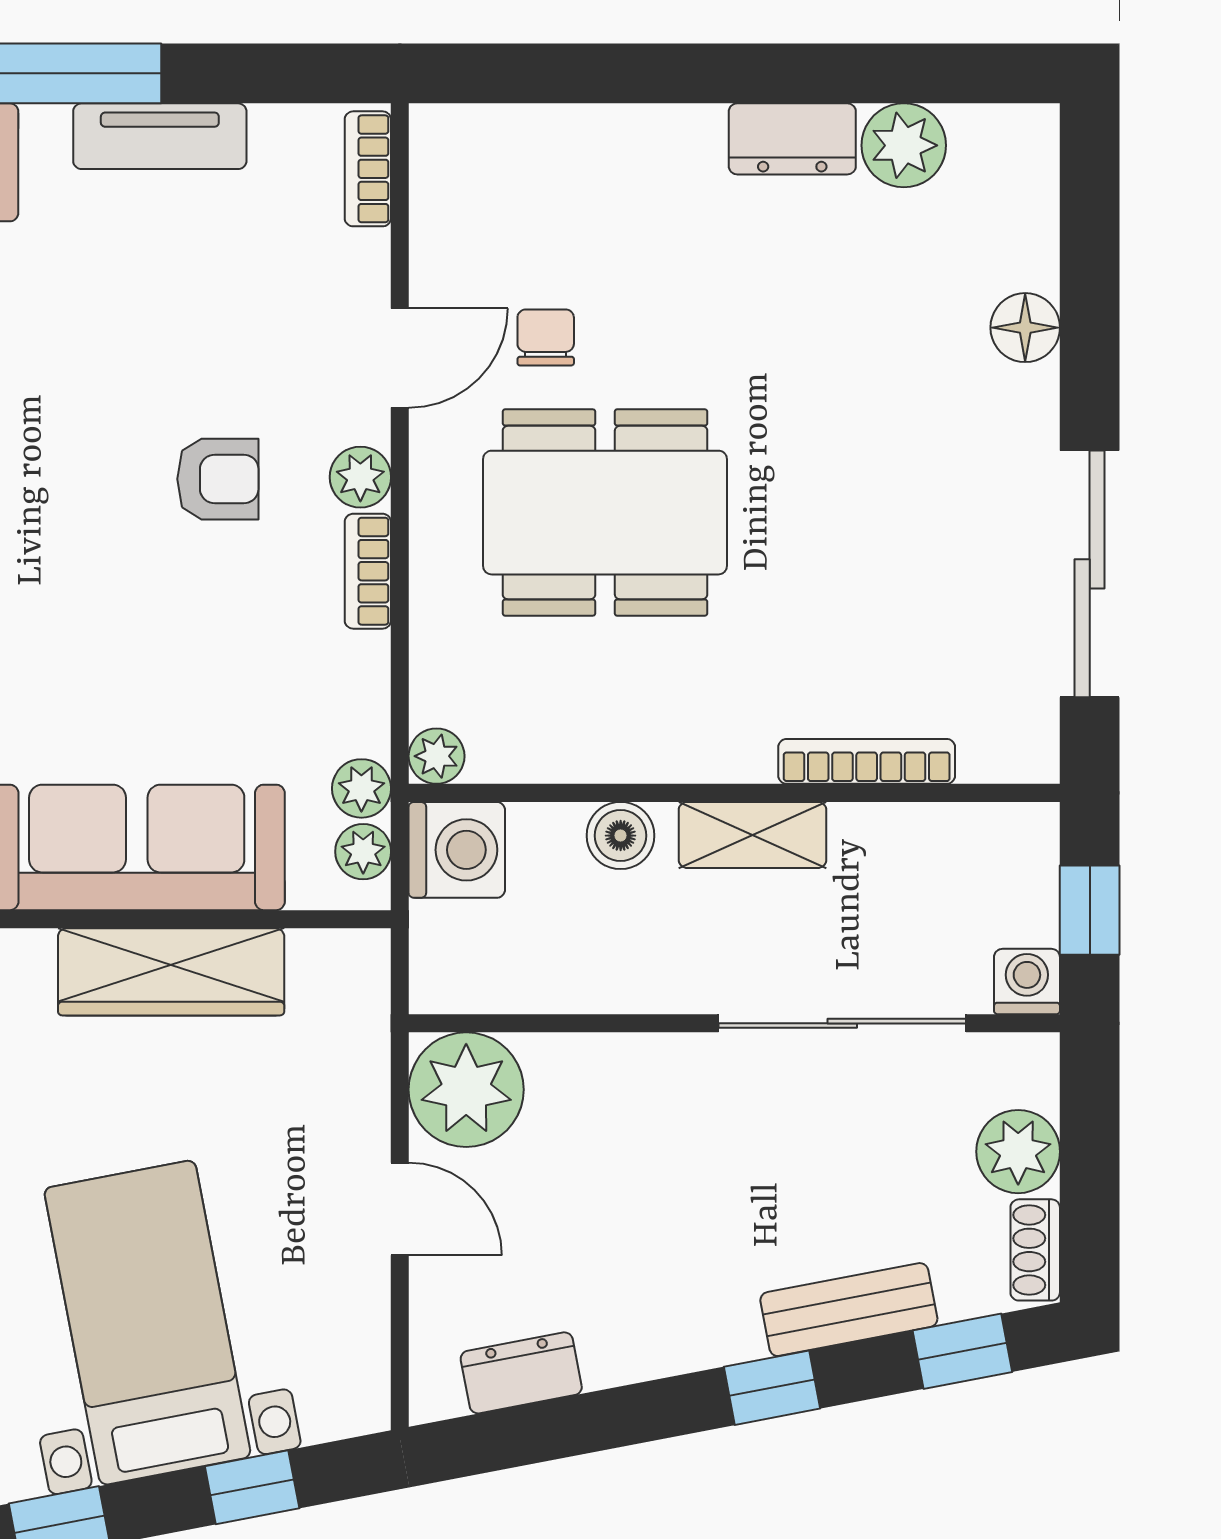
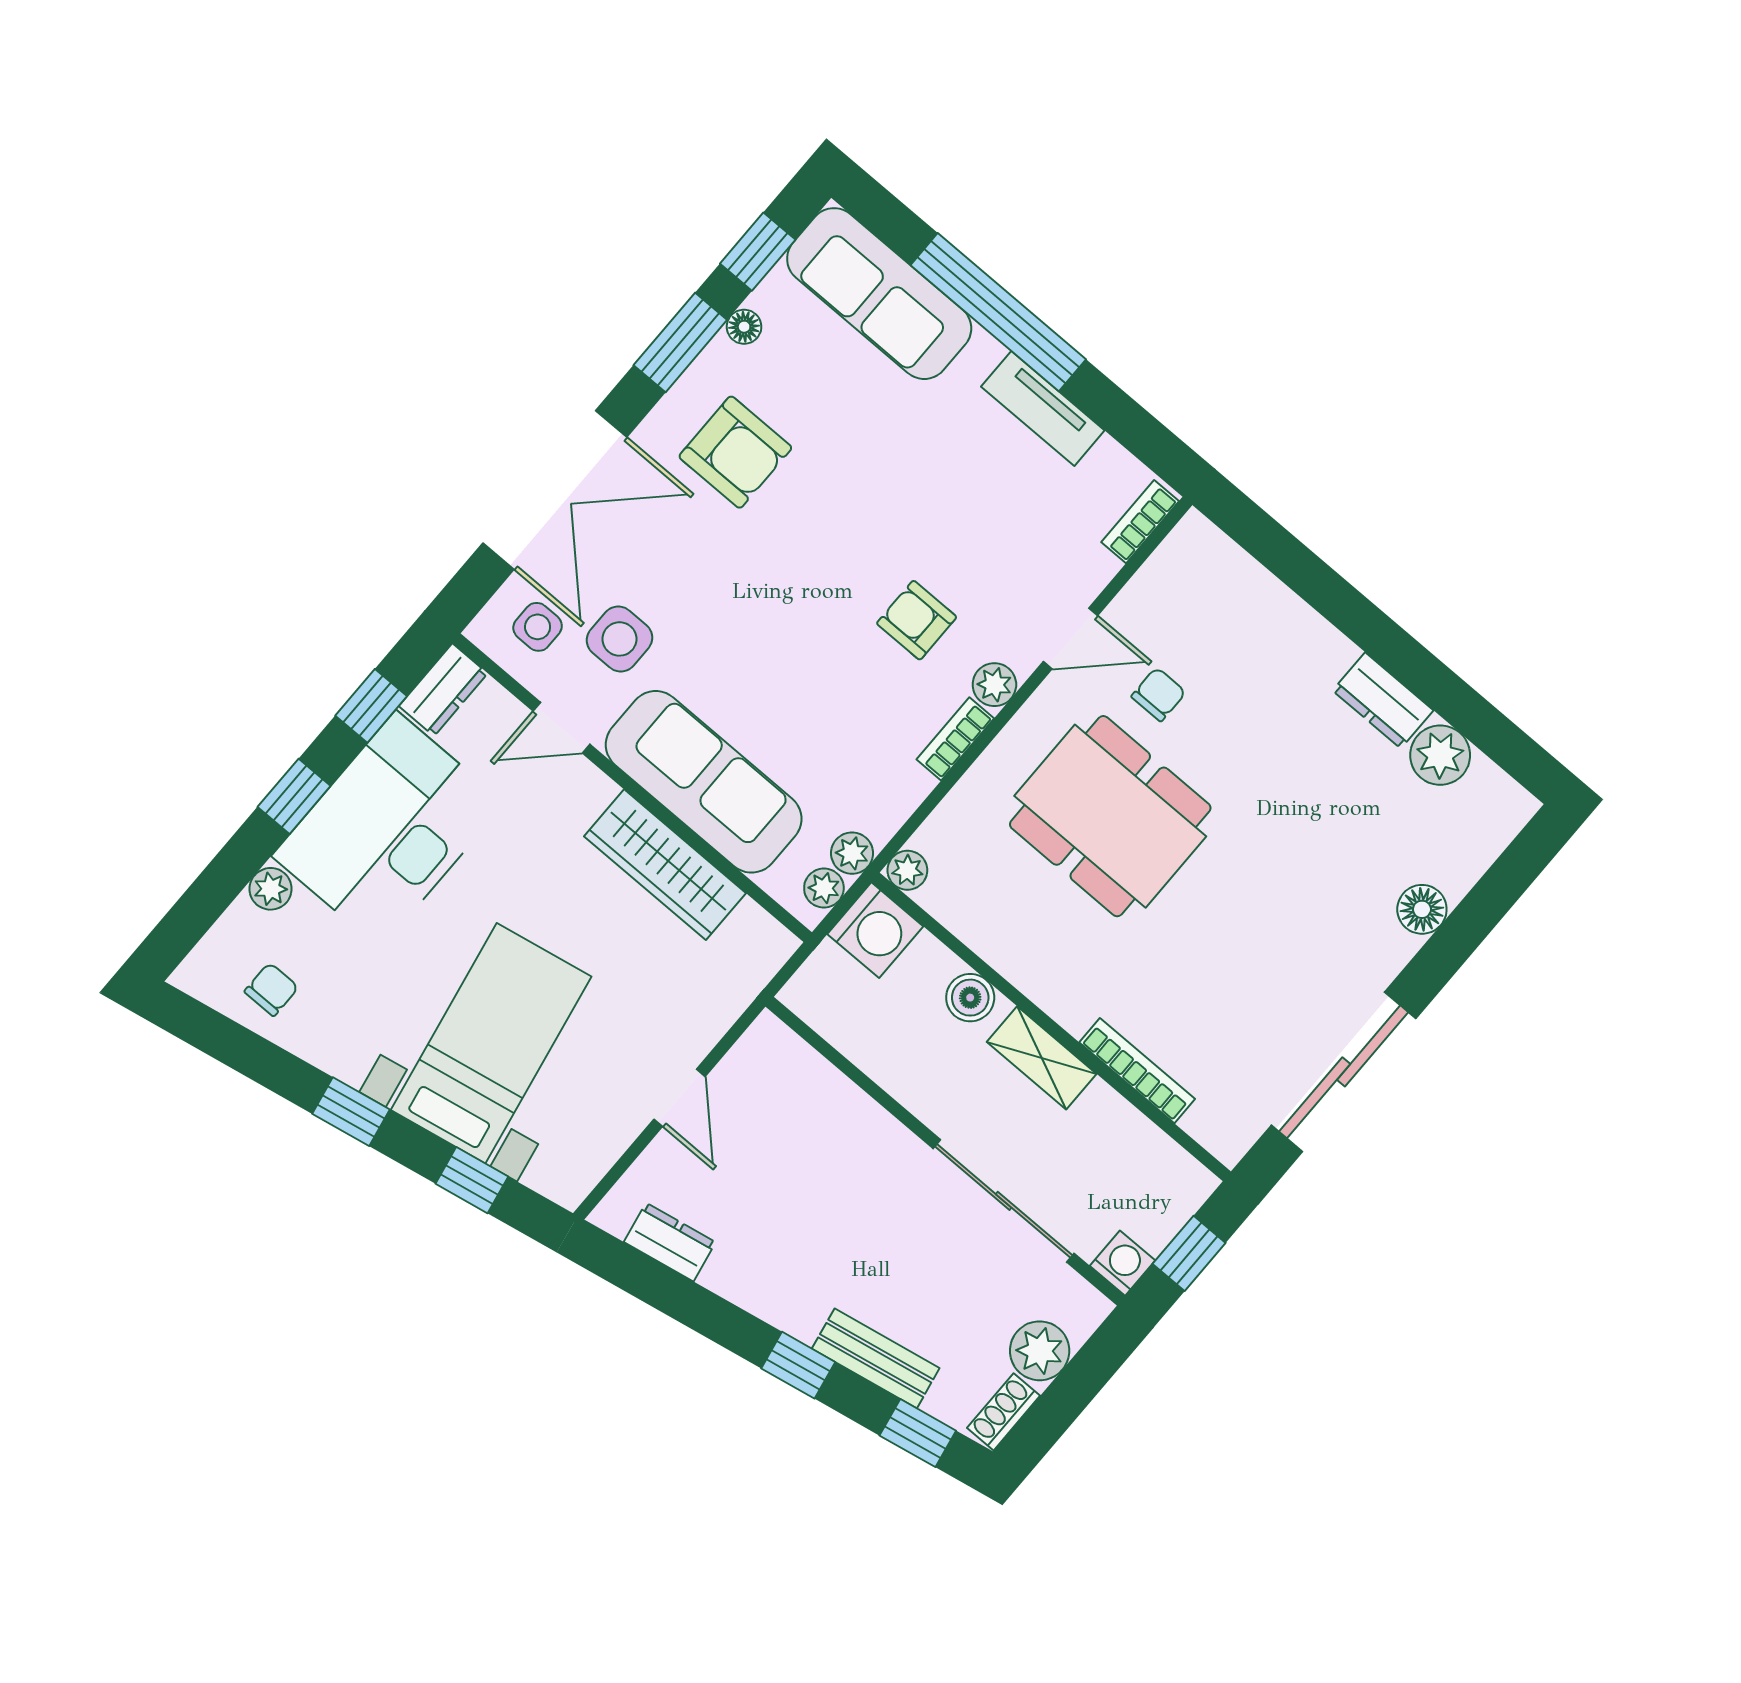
armchair: (218, 479) -> (917, 620), turned 180
plant: (466, 1090) -> (770, 1064), removed

